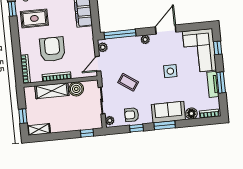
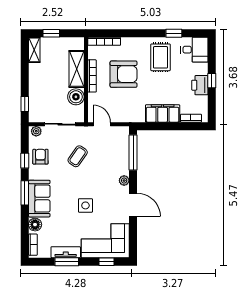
plant: (103, 47) -> (120, 132), removed

